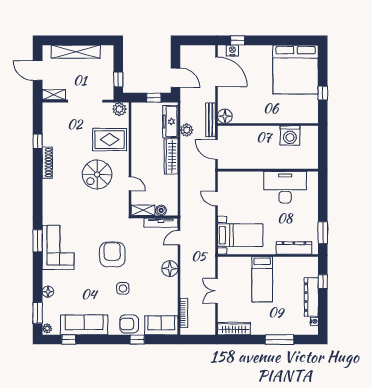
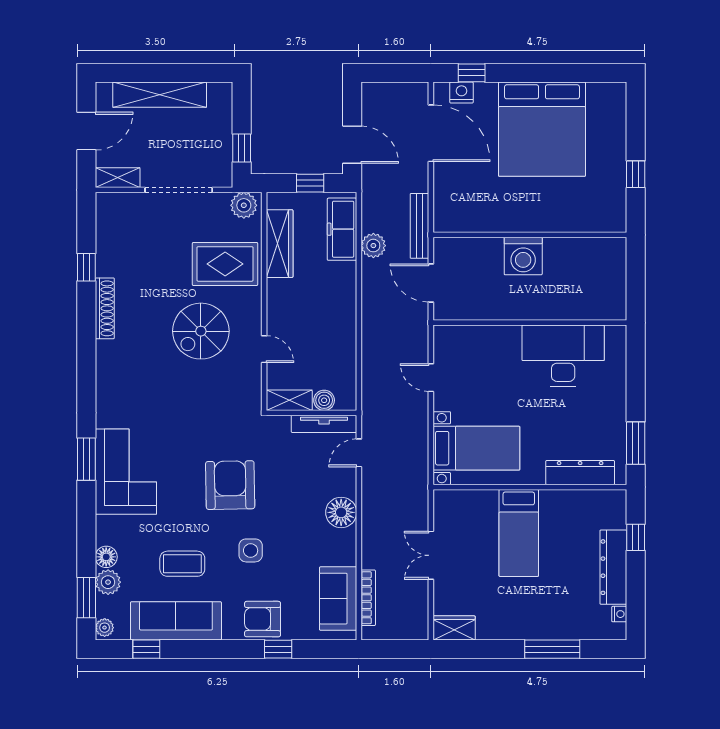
bed: (296, 70) -> (542, 129), moved
door: (38, 71) -> (86, 131), swing flipped
floor lamp: (225, 116) -> (447, 219), removed
washing machine: (290, 135) -> (523, 256), moved
wardrobe: (171, 156) -> (280, 244), moved, turned 180
coffee table: (87, 295) -> (182, 564), added
plant: (49, 305) -> (108, 582), added
sofa: (161, 325) -> (338, 599), moved, turned -90
wardrobe: (234, 329) -> (454, 628), width x0.67

